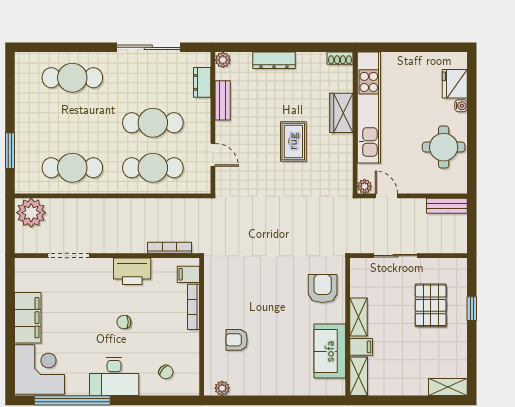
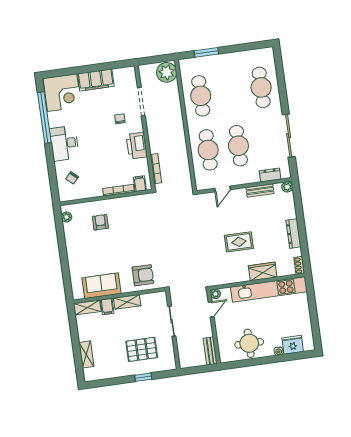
dresser: (274, 60) -> (293, 234), moved
chair: (124, 322) -> (120, 119), moved
shelving: (448, 387) -> (86, 354), moved

